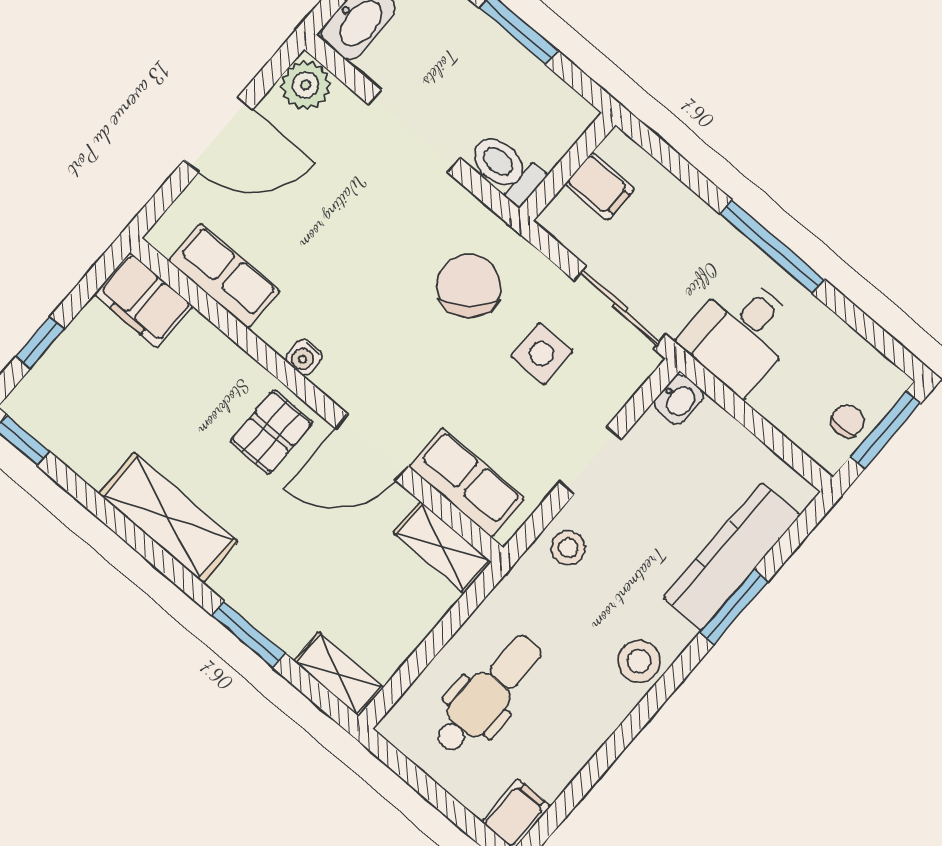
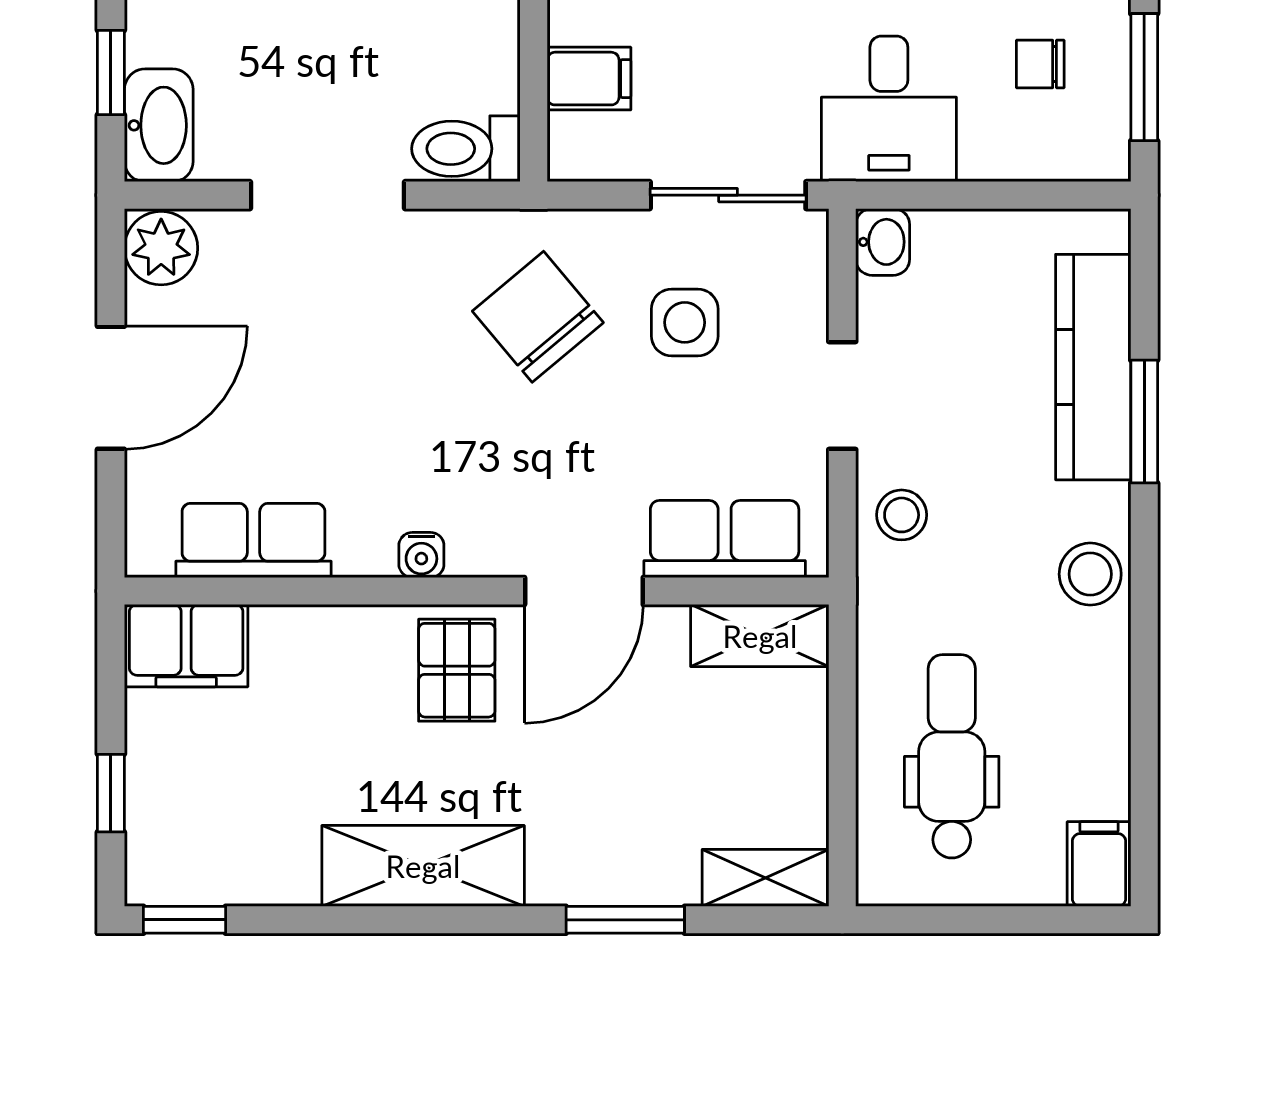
chair: (848, 421) -> (1040, 64), moved, turned -90

